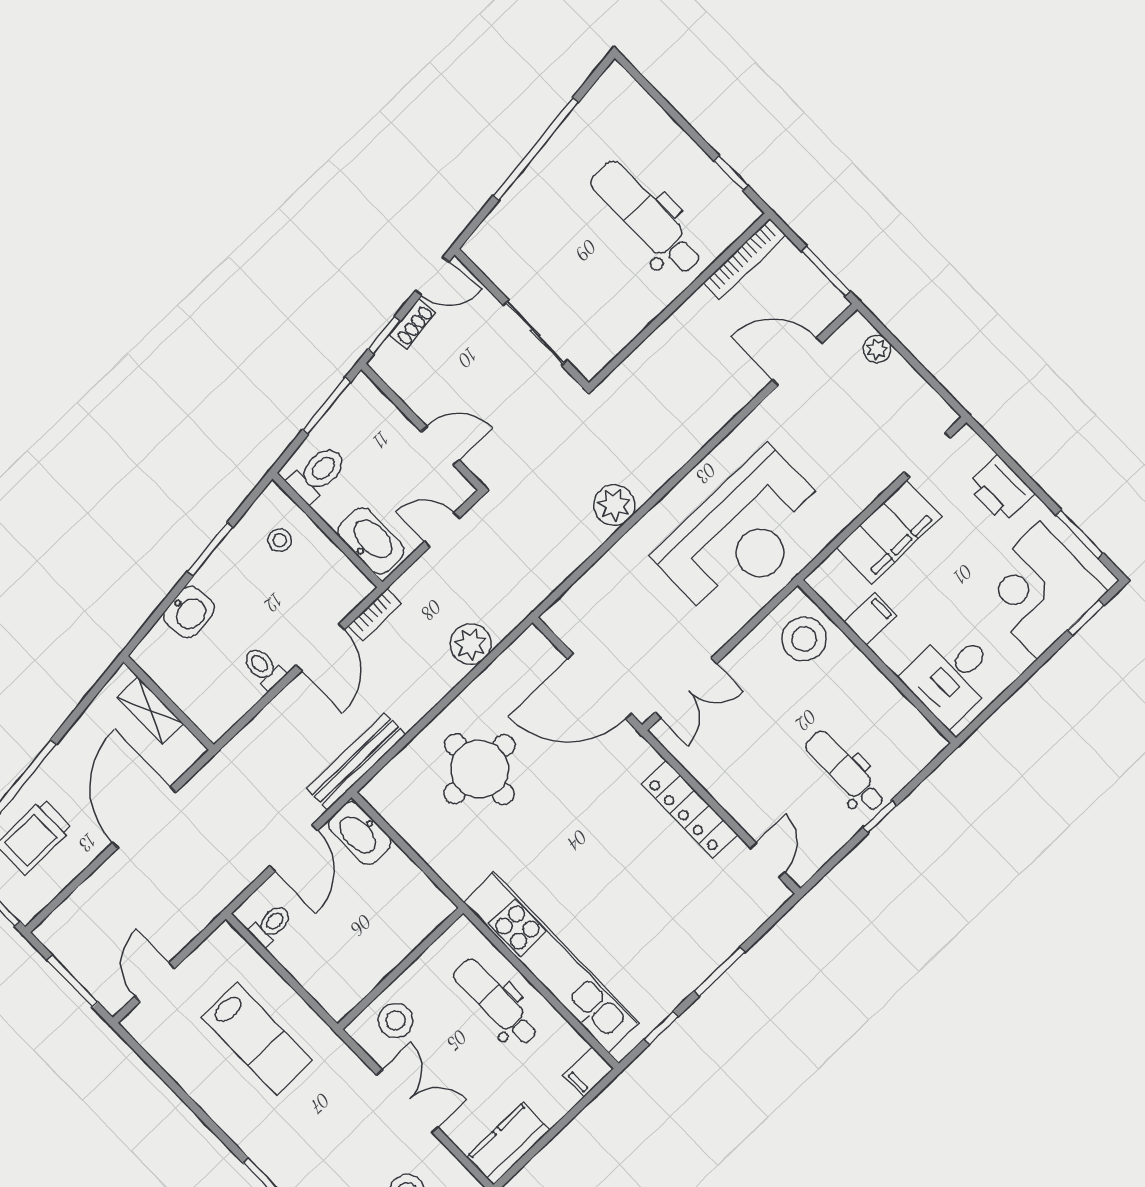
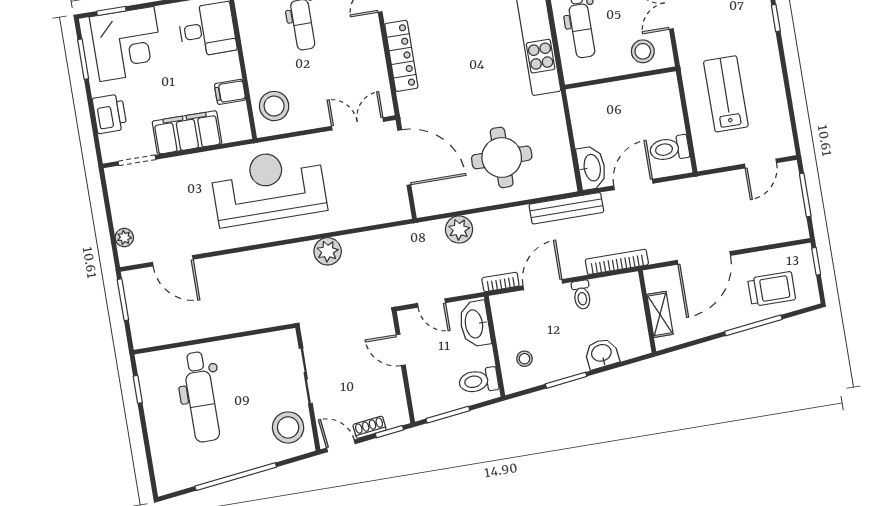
stool: (513, 254) -> (288, 427), added
bookcase: (745, 259) -> (617, 262), moved
toilet: (271, 925) -> (669, 149), width x1.37, depth x1.39

